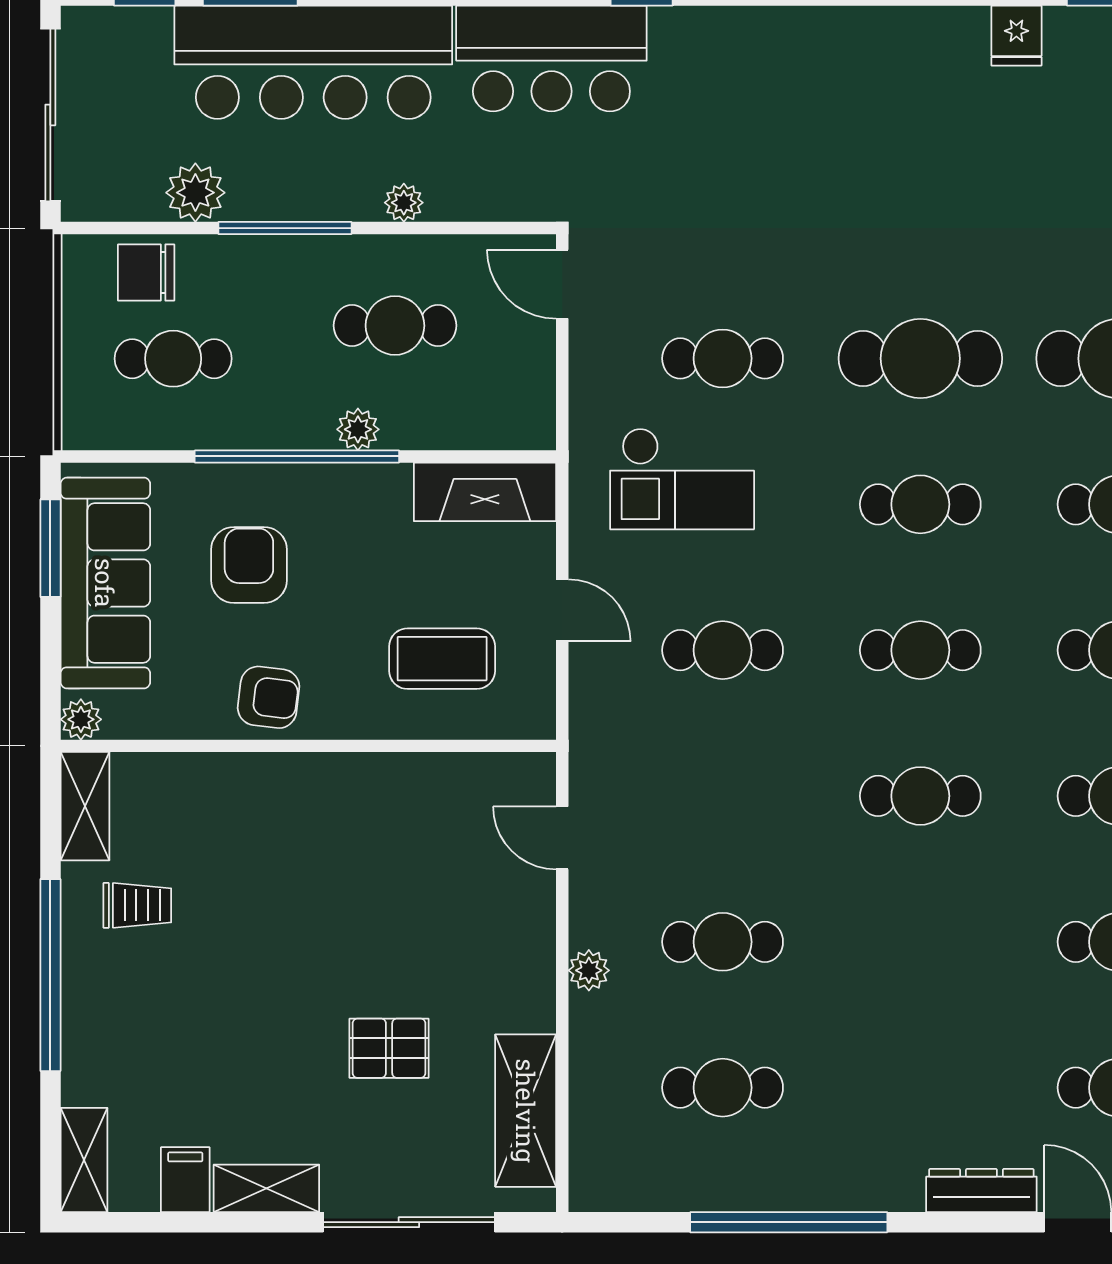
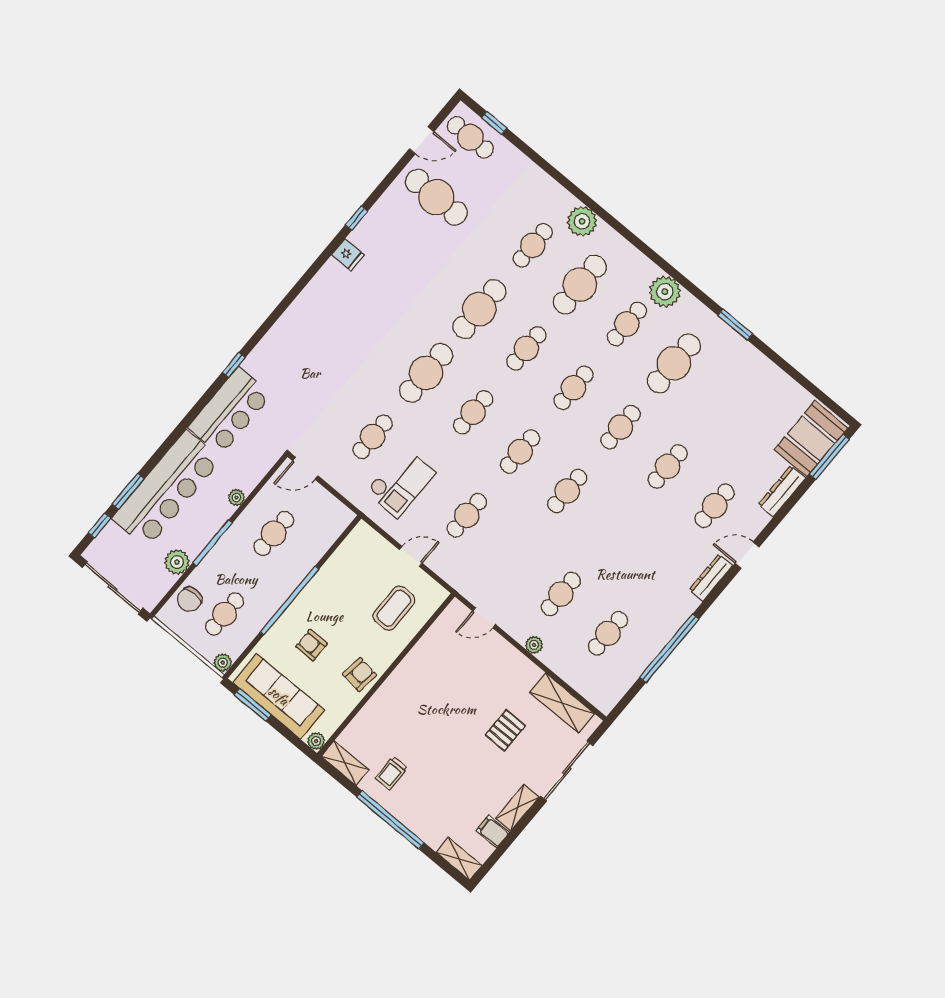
plant: (358, 429) -> (223, 663), moved
fireplace: (485, 492) -> (352, 549), removed
armchair: (249, 565) -> (312, 645), width x0.72, depth x0.72
trolley: (137, 905) -> (391, 773), turned 180

